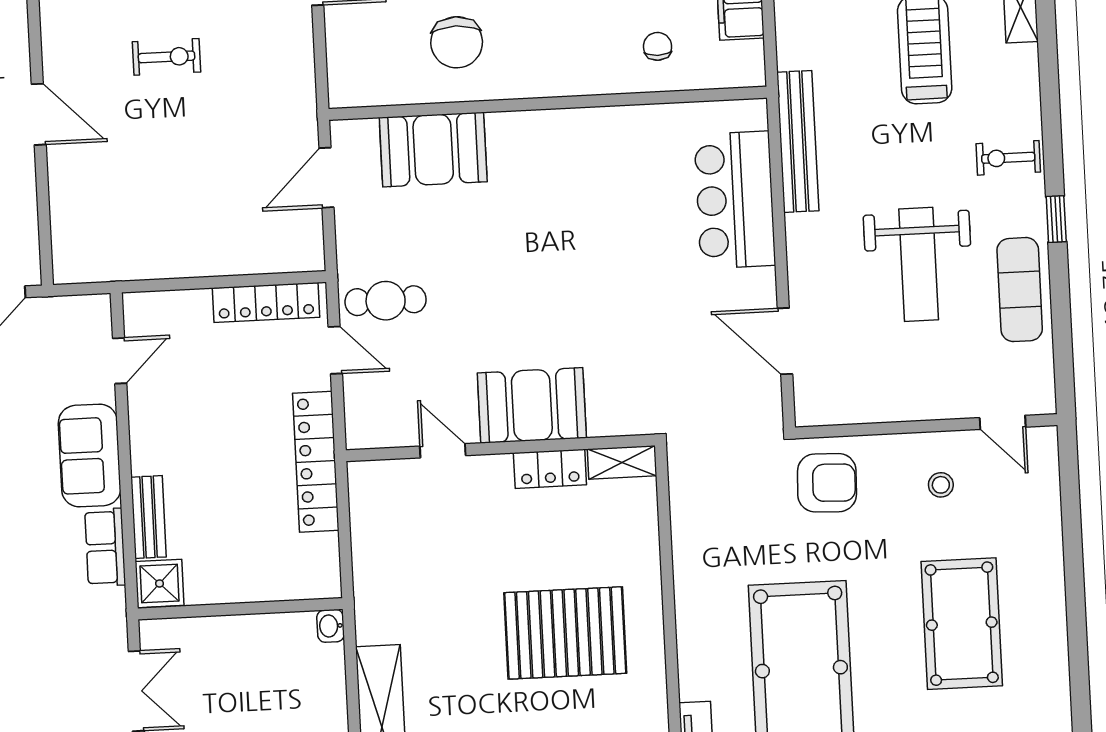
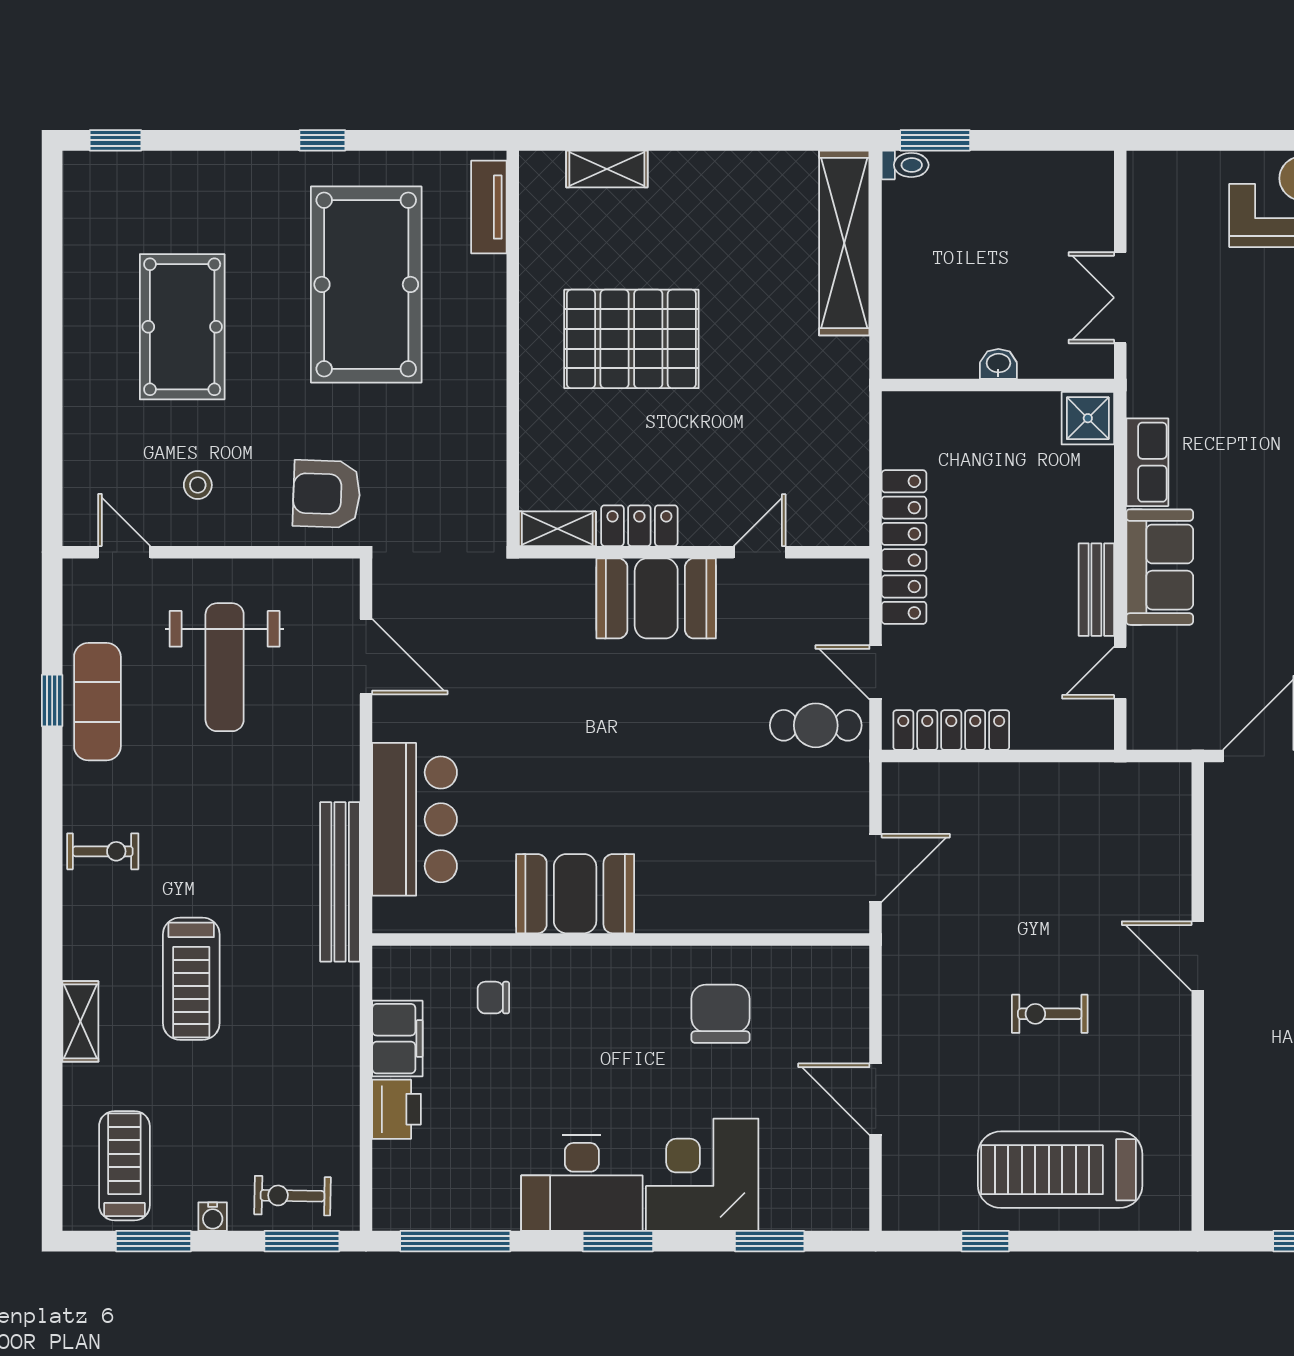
chair: (658, 46) -> (493, 998), turned 90
booth: (433, 150) -> (575, 894), moved
window: (1056, 219) -> (52, 701), moved
weight bench: (919, 264) -> (225, 667), moved, turned 180
door: (443, 451) -> (760, 552), swing flipped
bench: (149, 517) -> (1096, 590), moved
washbasin: (331, 626) -> (998, 364), moved, turned -90

